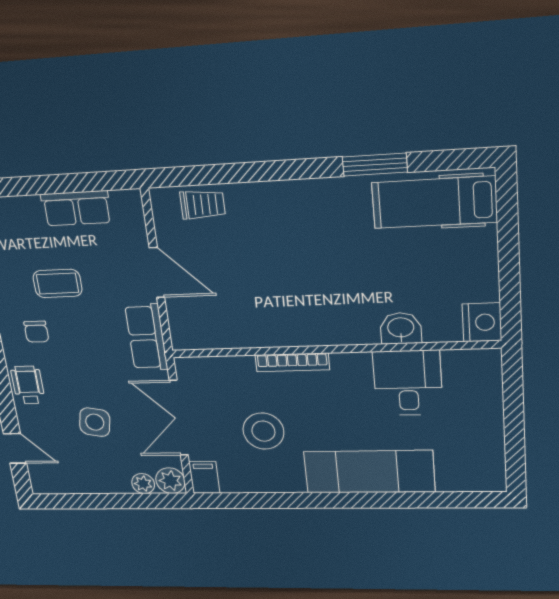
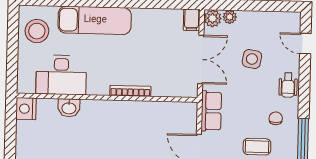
desk: (408, 383) -> (61, 75), width x1.37
stool: (263, 431) -> (37, 31), moved

